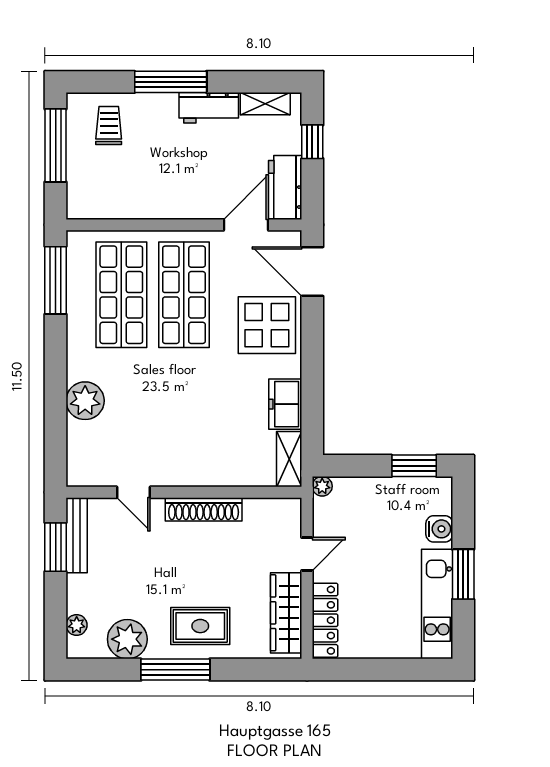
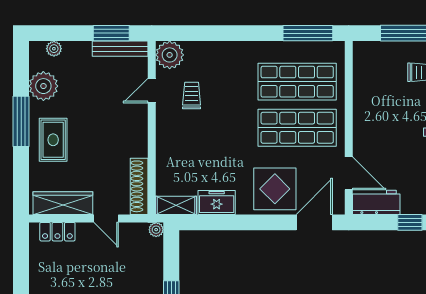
plant: (85, 401) -> (170, 55), moved
trolley: (140, 438) -> (192, 96), added
shoe rack: (204, 509) -> (139, 186), moved
locker: (325, 620) -> (57, 232), width x0.66

